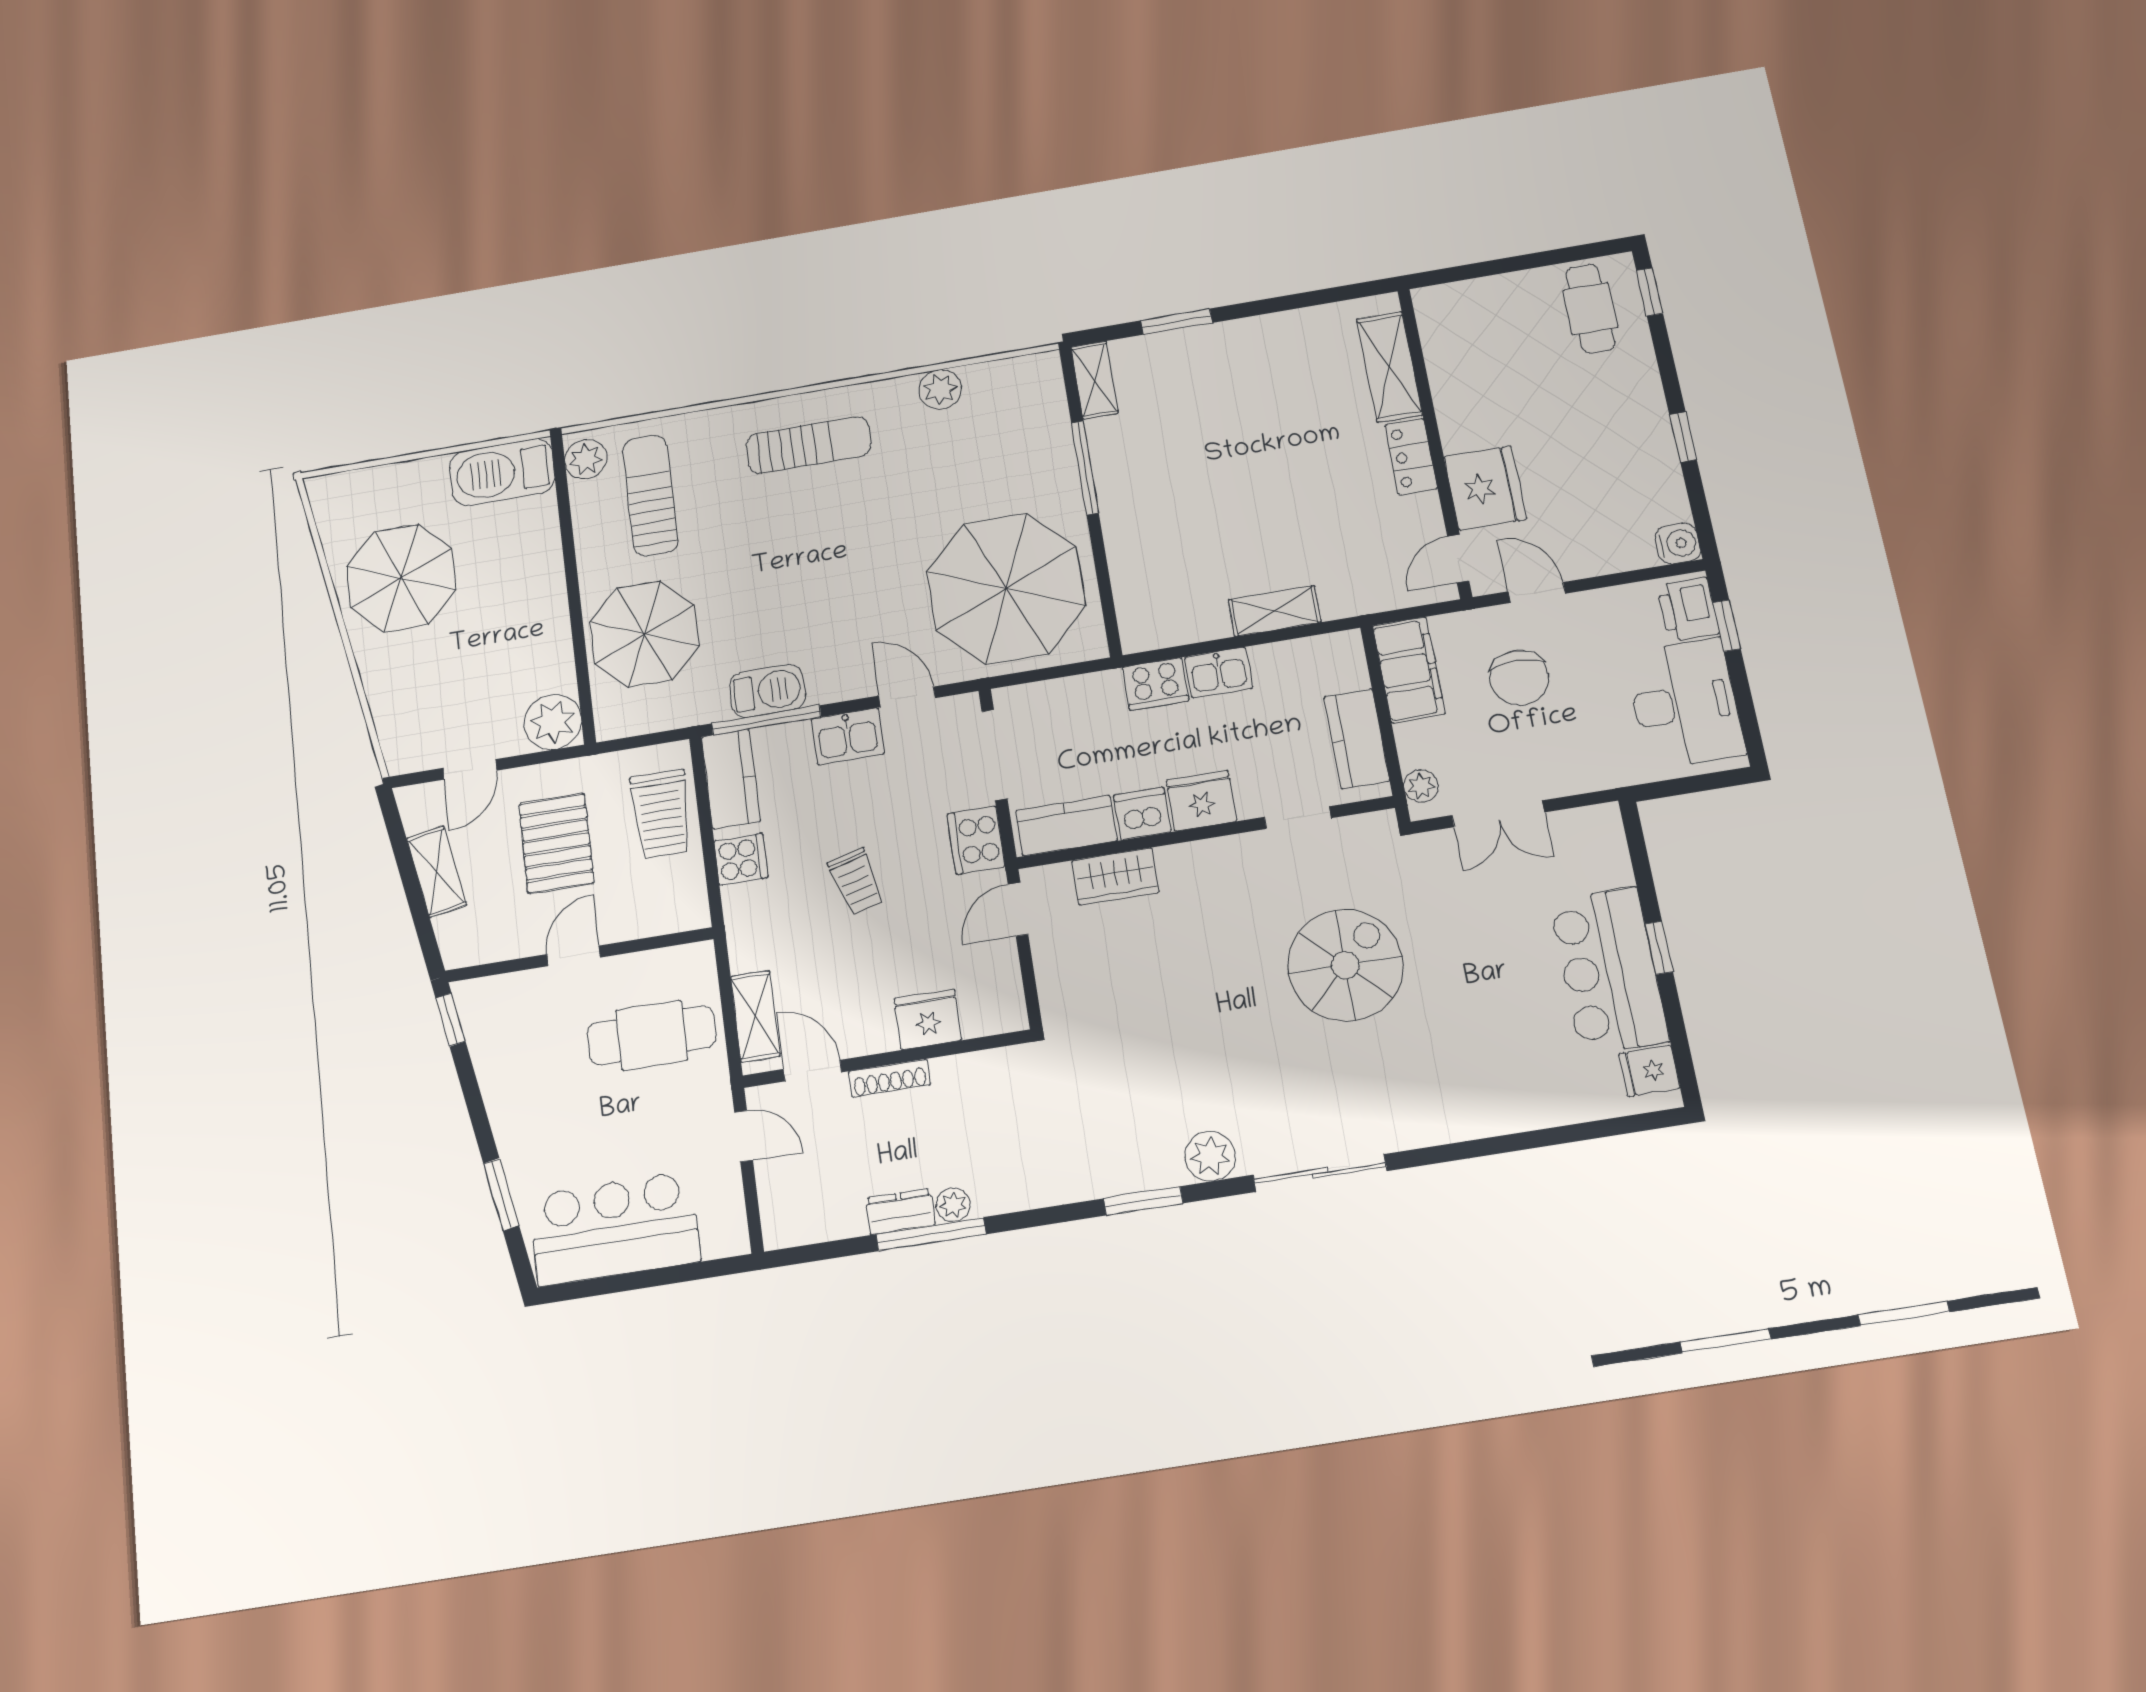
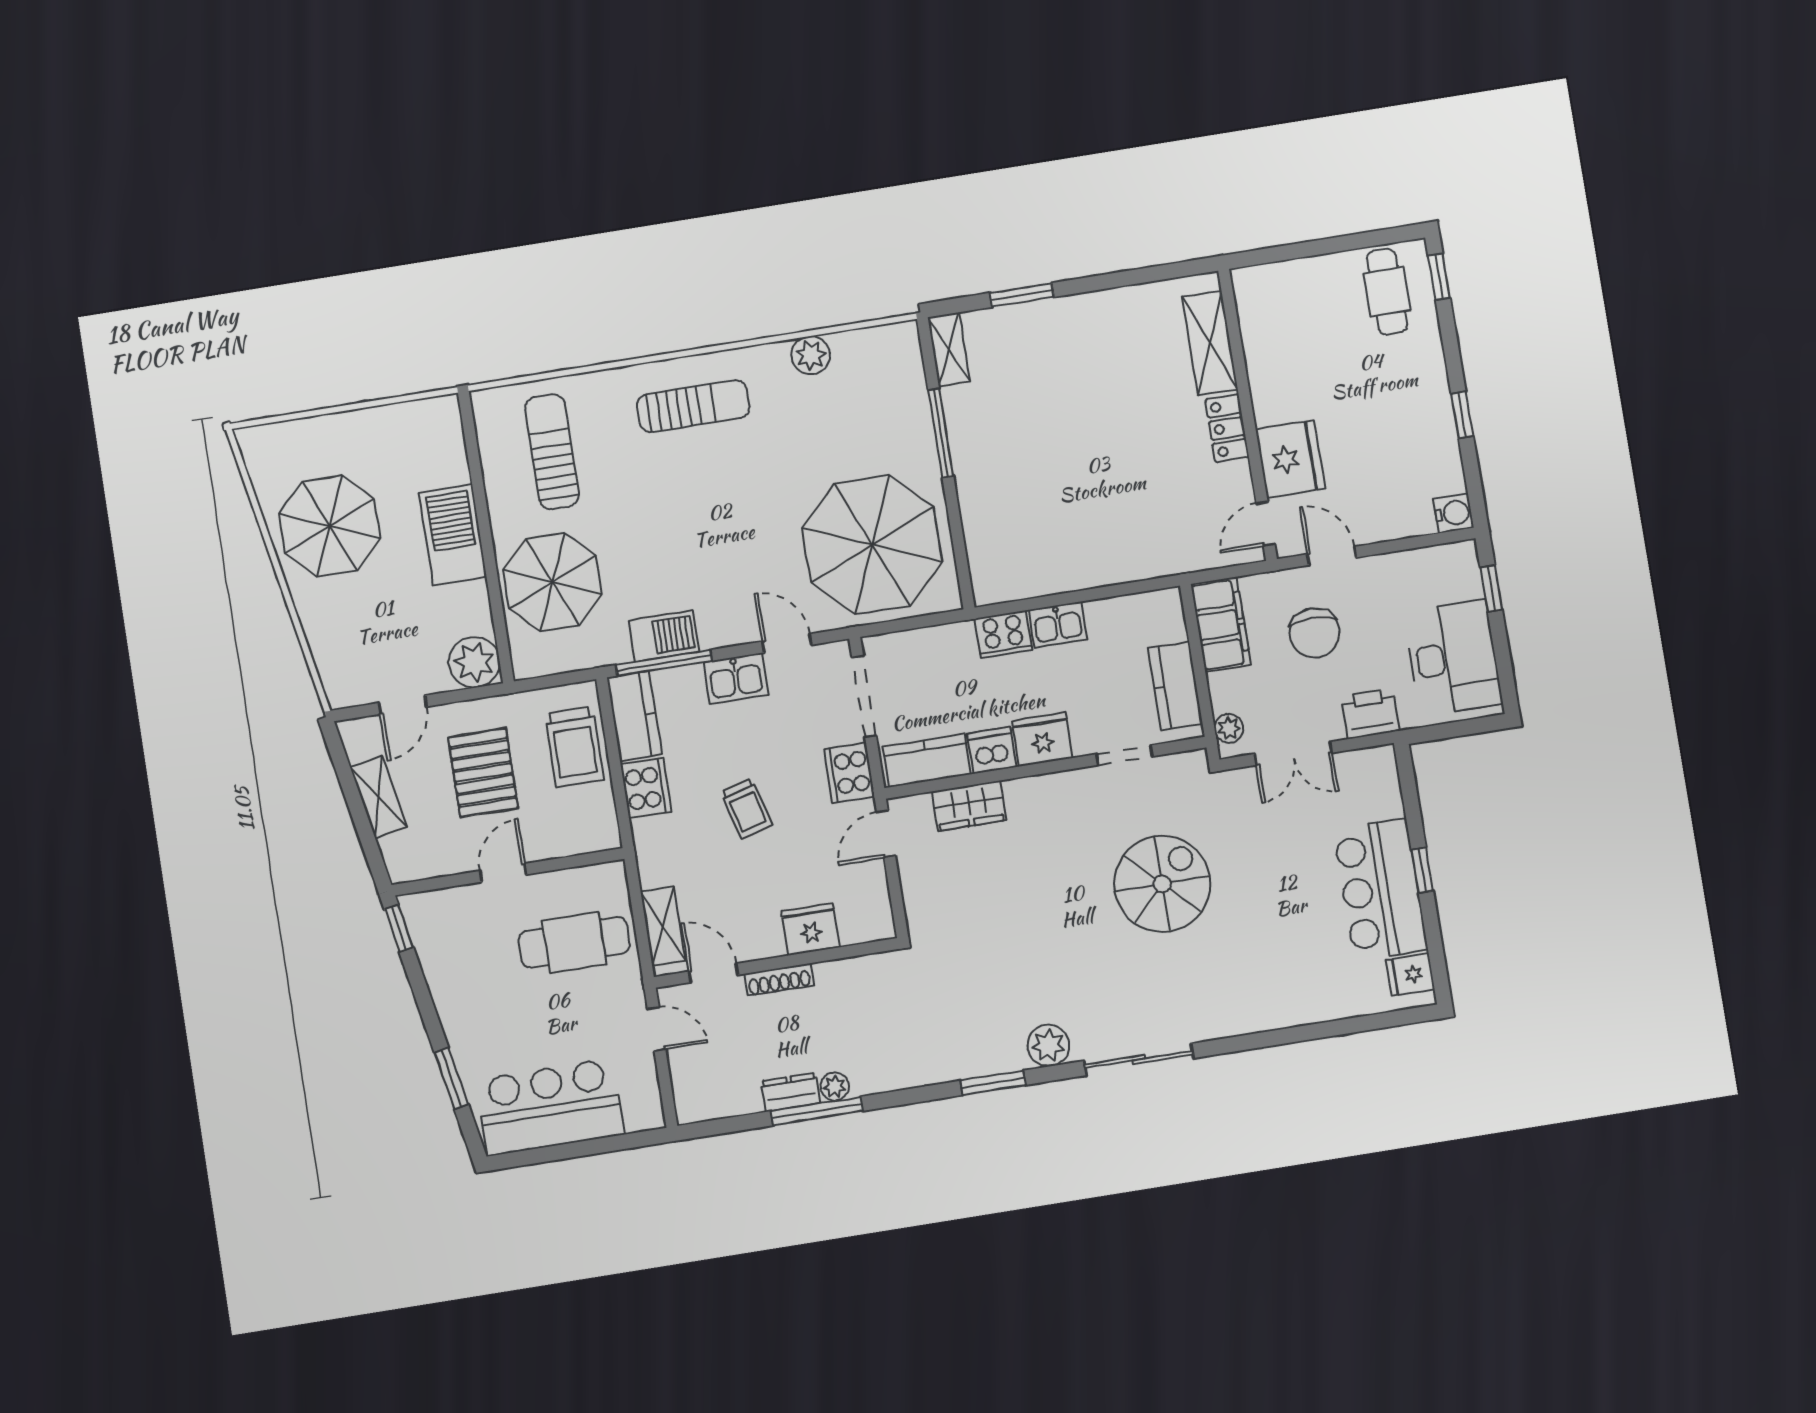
plant: (586, 459) -> (492, 416), removed
barbecue: (502, 472) -> (453, 535), moved, turned 90
printer: (1688, 609) -> (1370, 714), moved, turned 90
shelving: (1275, 611) -> (1106, 569), removed
cooker: (741, 859) -> (646, 788), width x1.36

